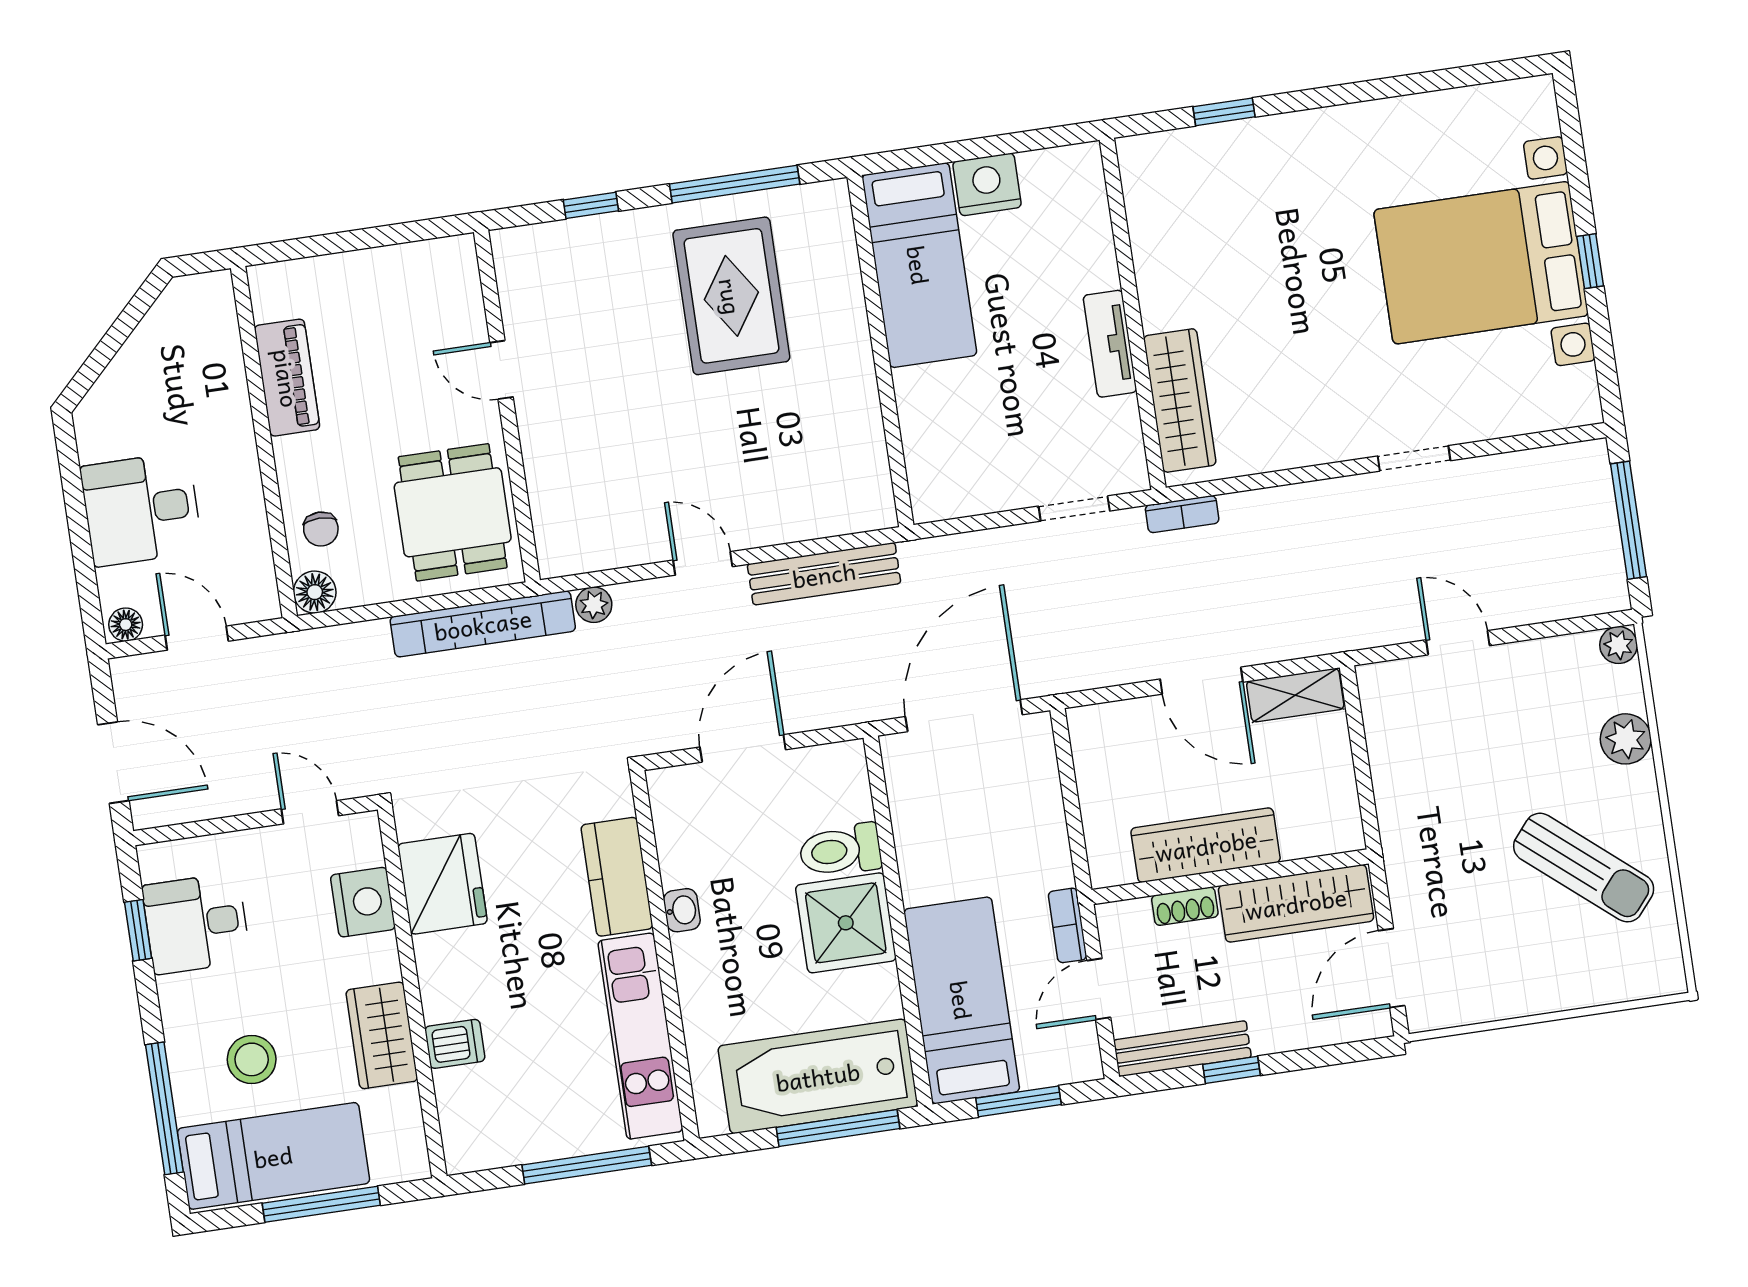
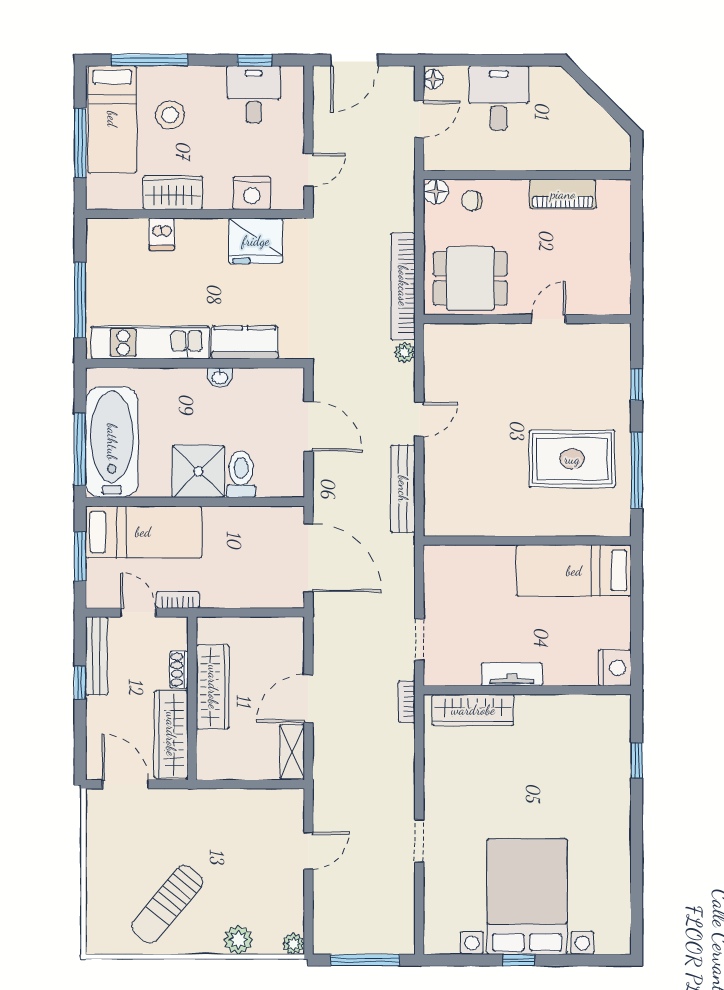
nightstand: (987, 184) -> (615, 668), moved

